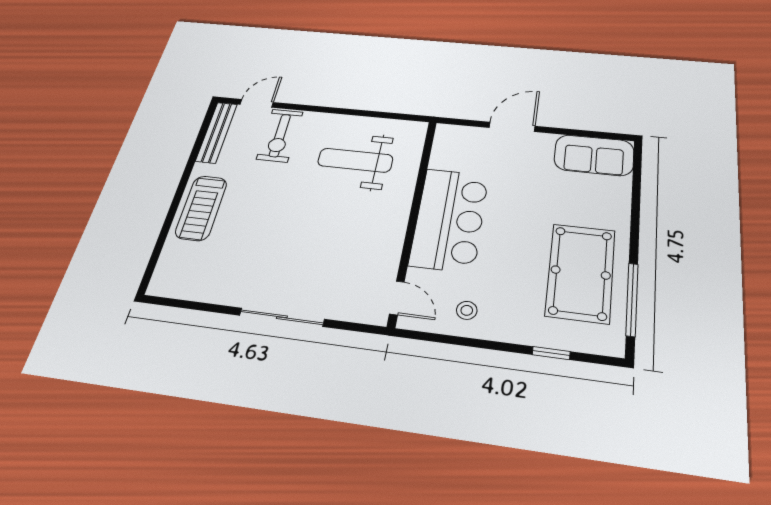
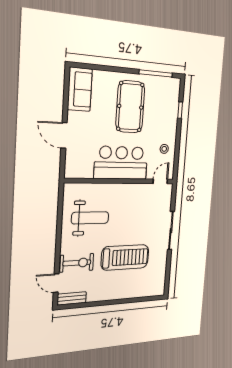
bench: (217, 132) -> (72, 298), width x0.73
weight bench: (355, 160) -> (90, 218), turned -90
treadmill: (201, 208) -> (125, 257), moved, width x1.37, depth x1.38
pool table: (581, 273) -> (130, 107), moved, turned 90

